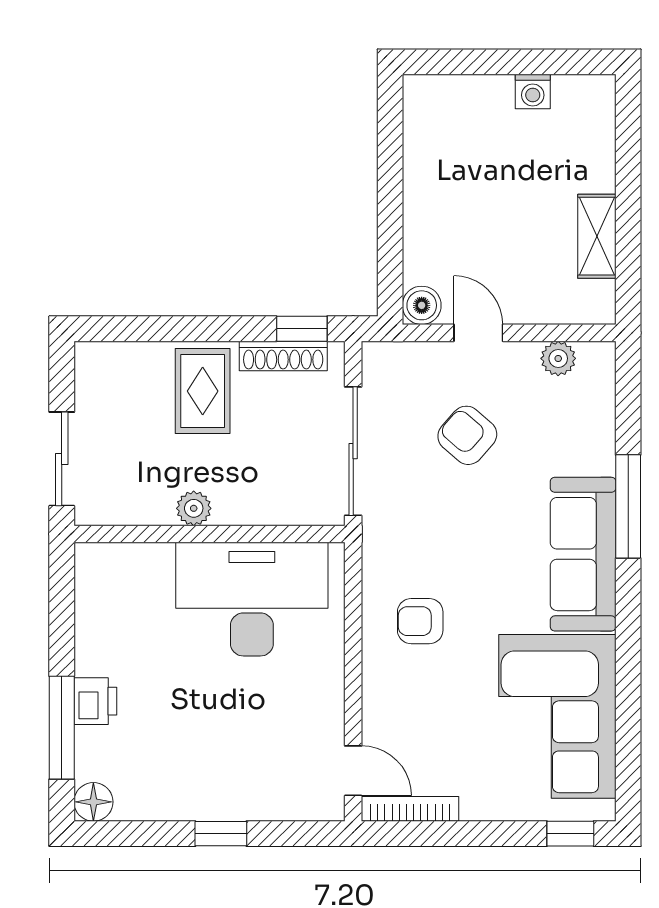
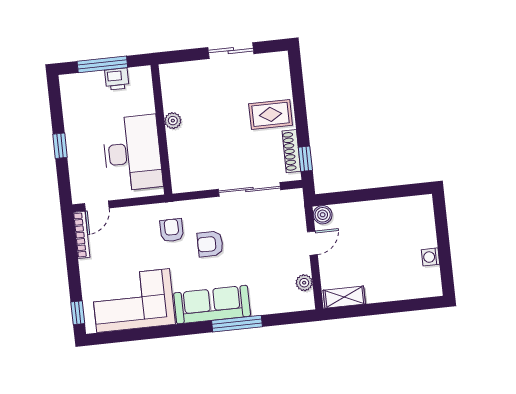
shelving: (597, 236) -> (344, 297), moved
armchair: (467, 435) -> (210, 244), moved, turned -131
plant: (194, 508) -> (173, 121), moved
wall: (209, 534) -> (161, 129), moved
desk: (252, 599) -> (132, 153), moved
floor lamp: (93, 802) -> (69, 83), removed

